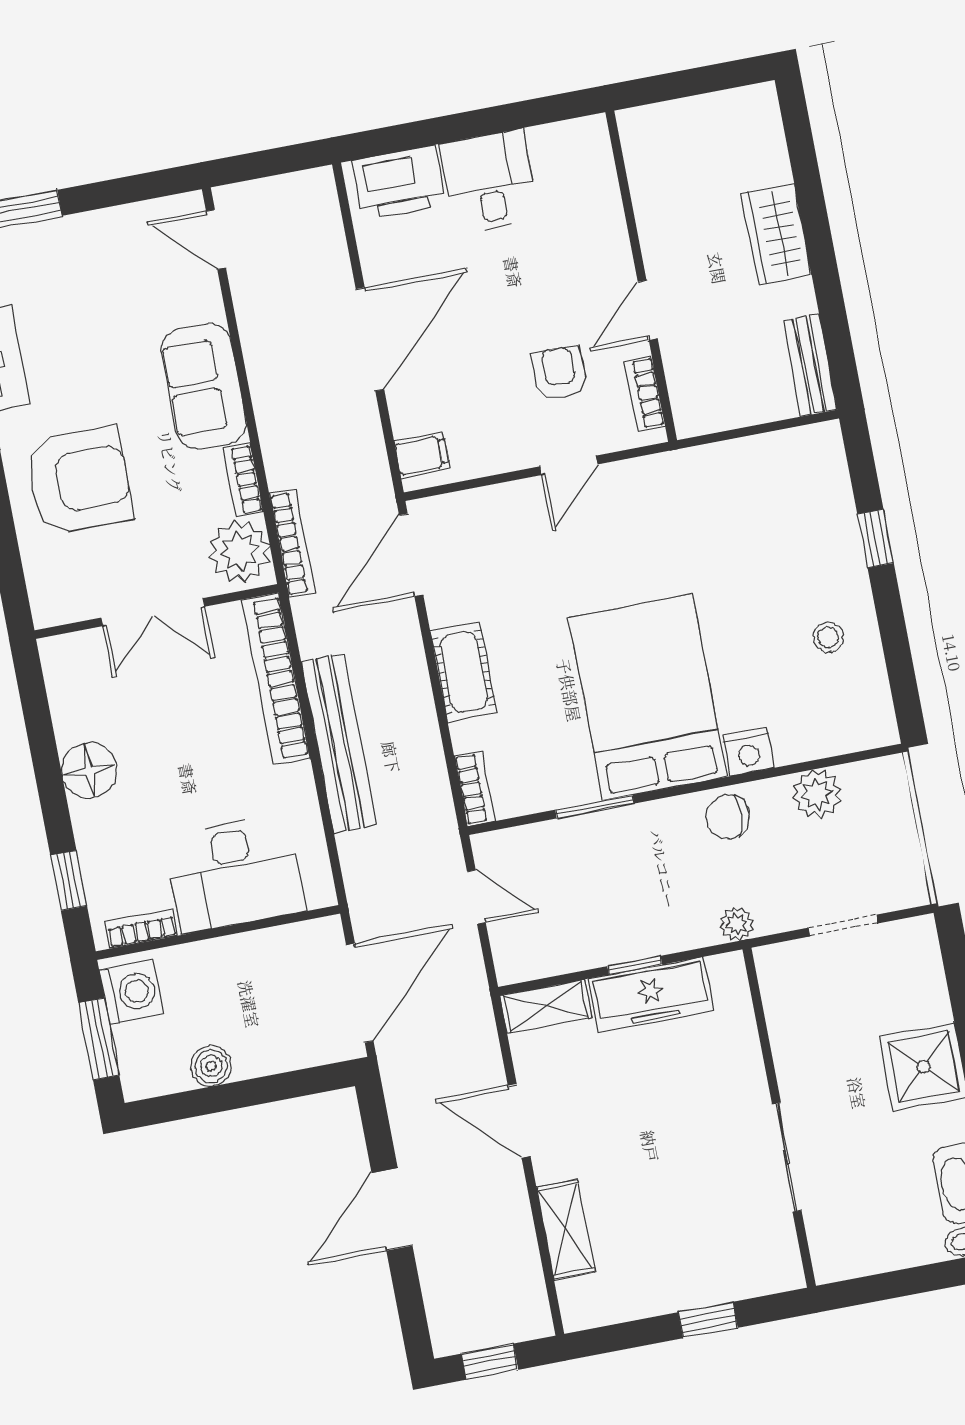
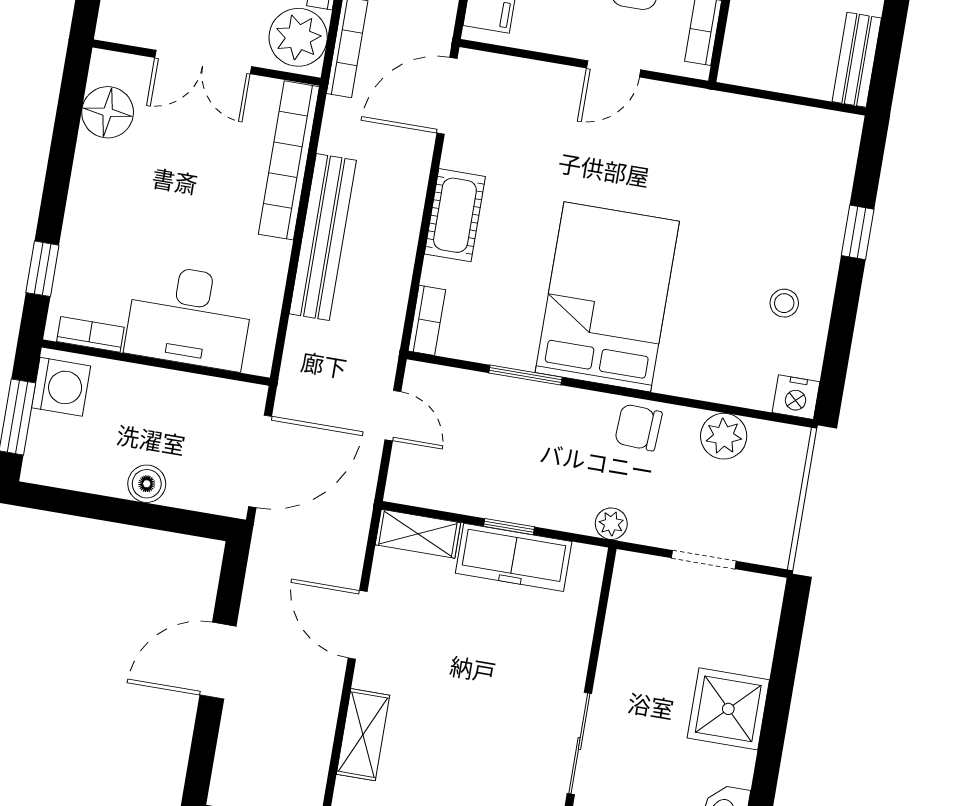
nightstand: (748, 752) -> (796, 397), moved
floor lamp: (89, 770) -> (108, 112), moved
boiler: (211, 1066) -> (147, 484), moved

